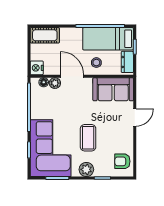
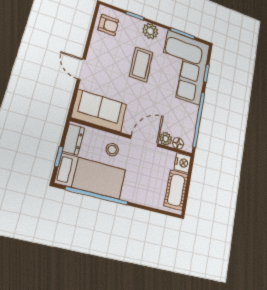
cot: (45, 35) -> (176, 190), moved, turned 90
door: (72, 76) -> (145, 141), swing flipped
door: (135, 117) -> (81, 69), hinge flipped

